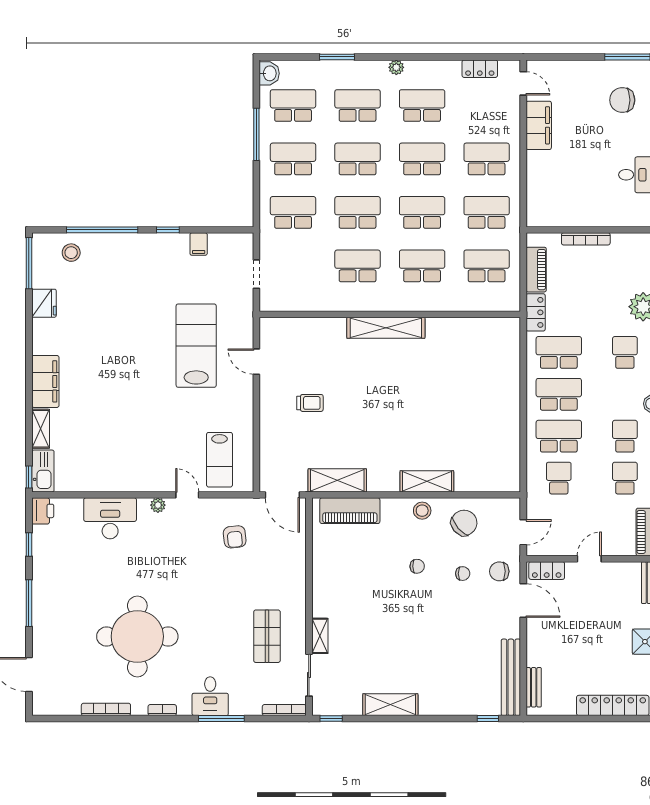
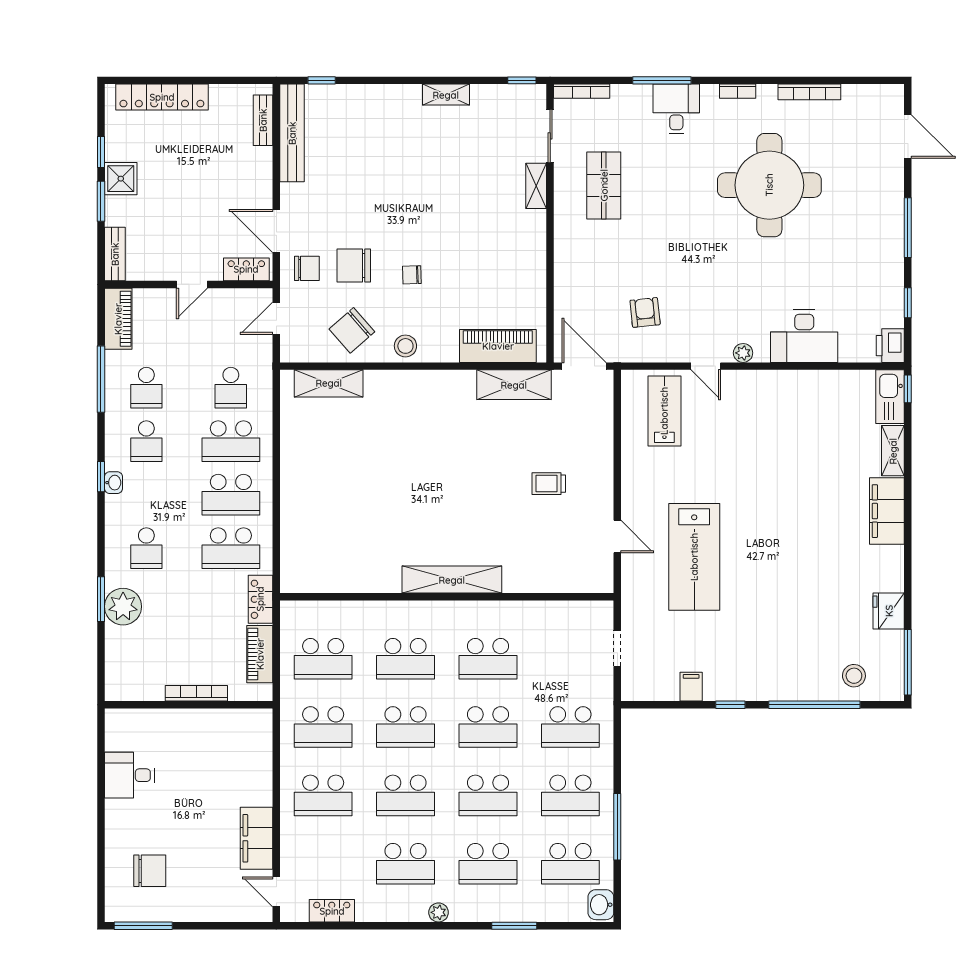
shelving: (427, 481) -> (329, 383), moved
chair: (463, 574) -> (354, 266), width x1.87, depth x1.87
shelving: (390, 705) -> (446, 95), width x0.67, depth x0.75

